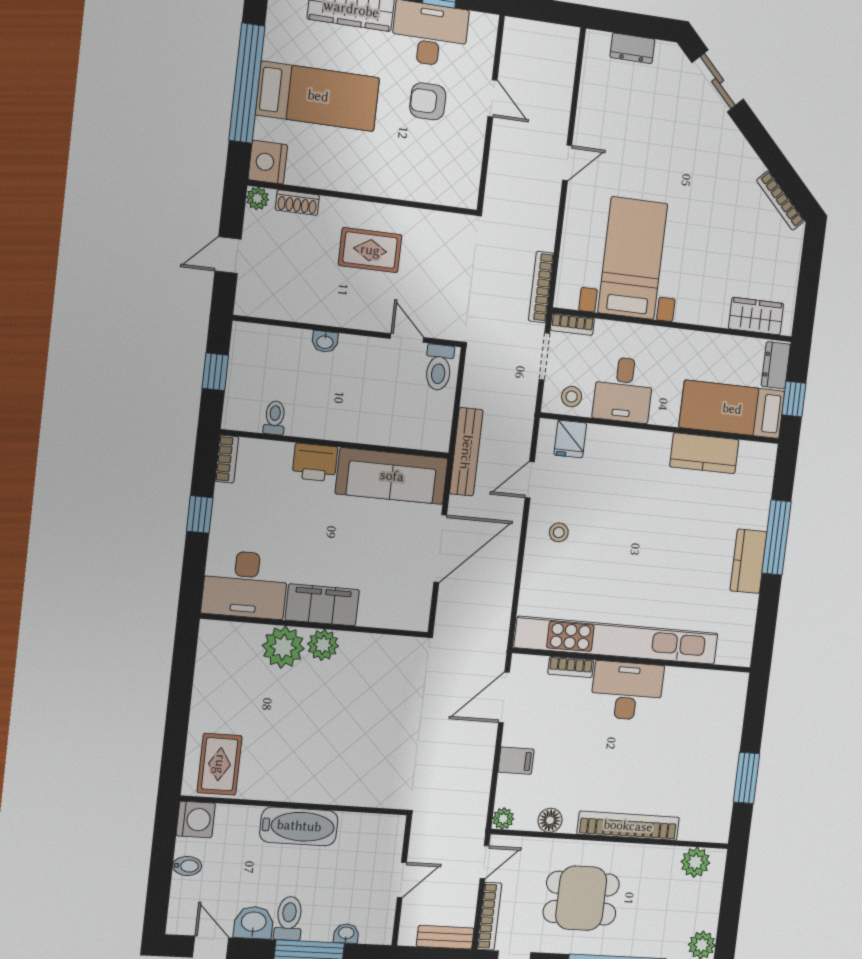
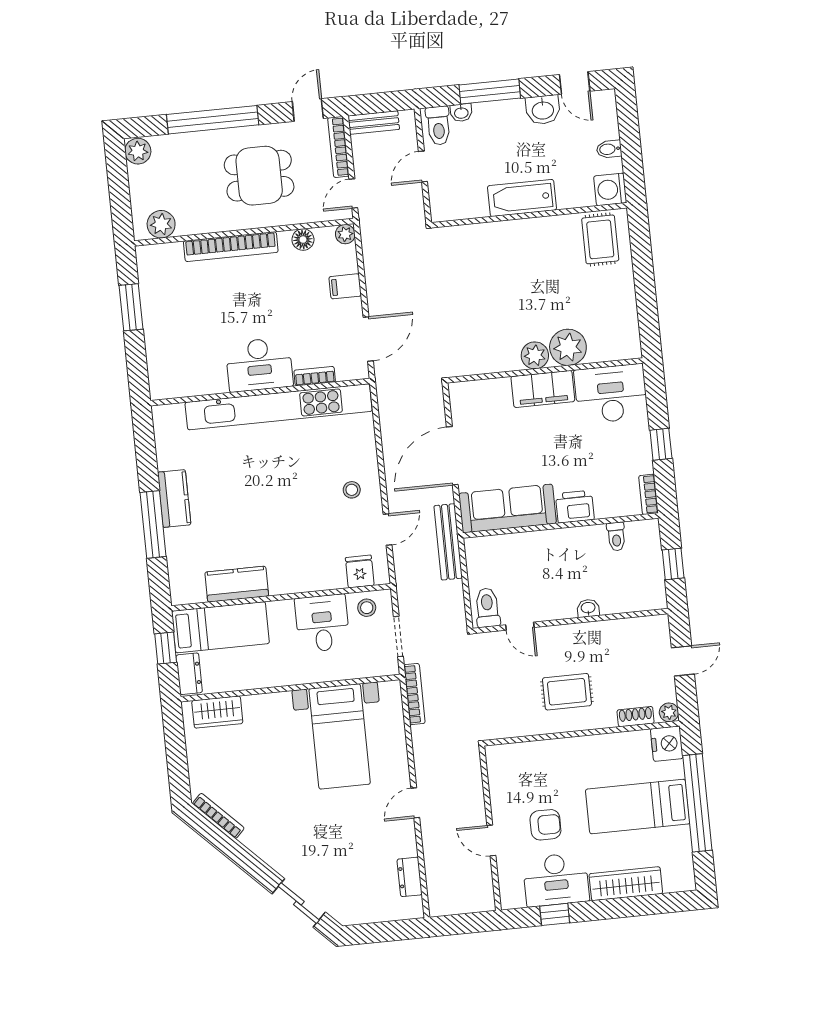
dresser: (632, 48) -> (410, 877), moved, turned -90
bookcase: (572, 324) -> (380, 669), removed
toilet: (289, 918) -> (438, 126), moved

